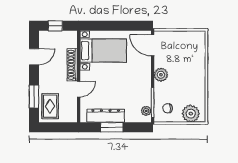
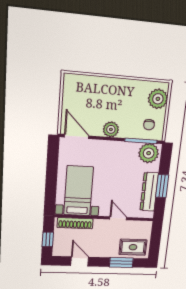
door: (153, 45) -> (77, 136), swing flipped
shoe rack: (72, 65) -> (75, 223), moved
plant: (146, 111) -> (149, 153), width x1.88, depth x1.88

